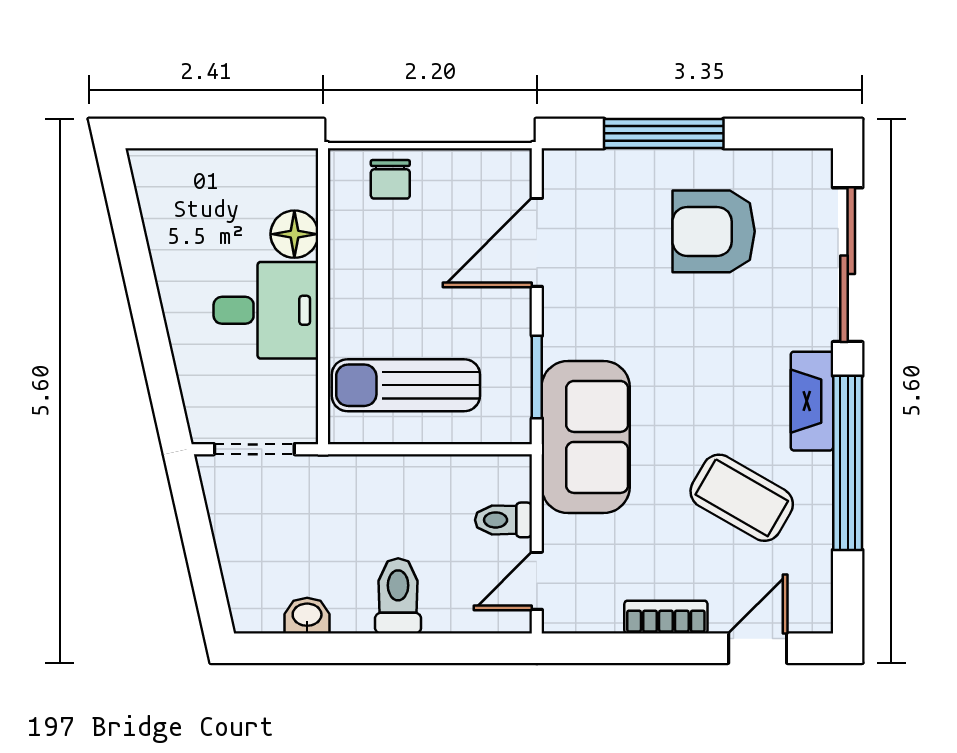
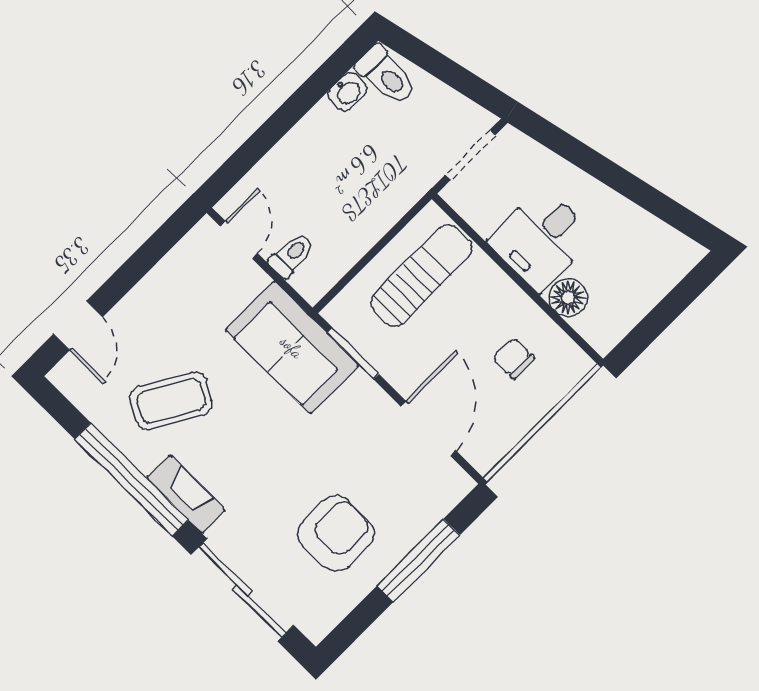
chair: (390, 179) -> (514, 359), moved
toilet: (398, 596) -> (386, 75), moved
bookcase: (666, 617) -> (147, 292), removed

